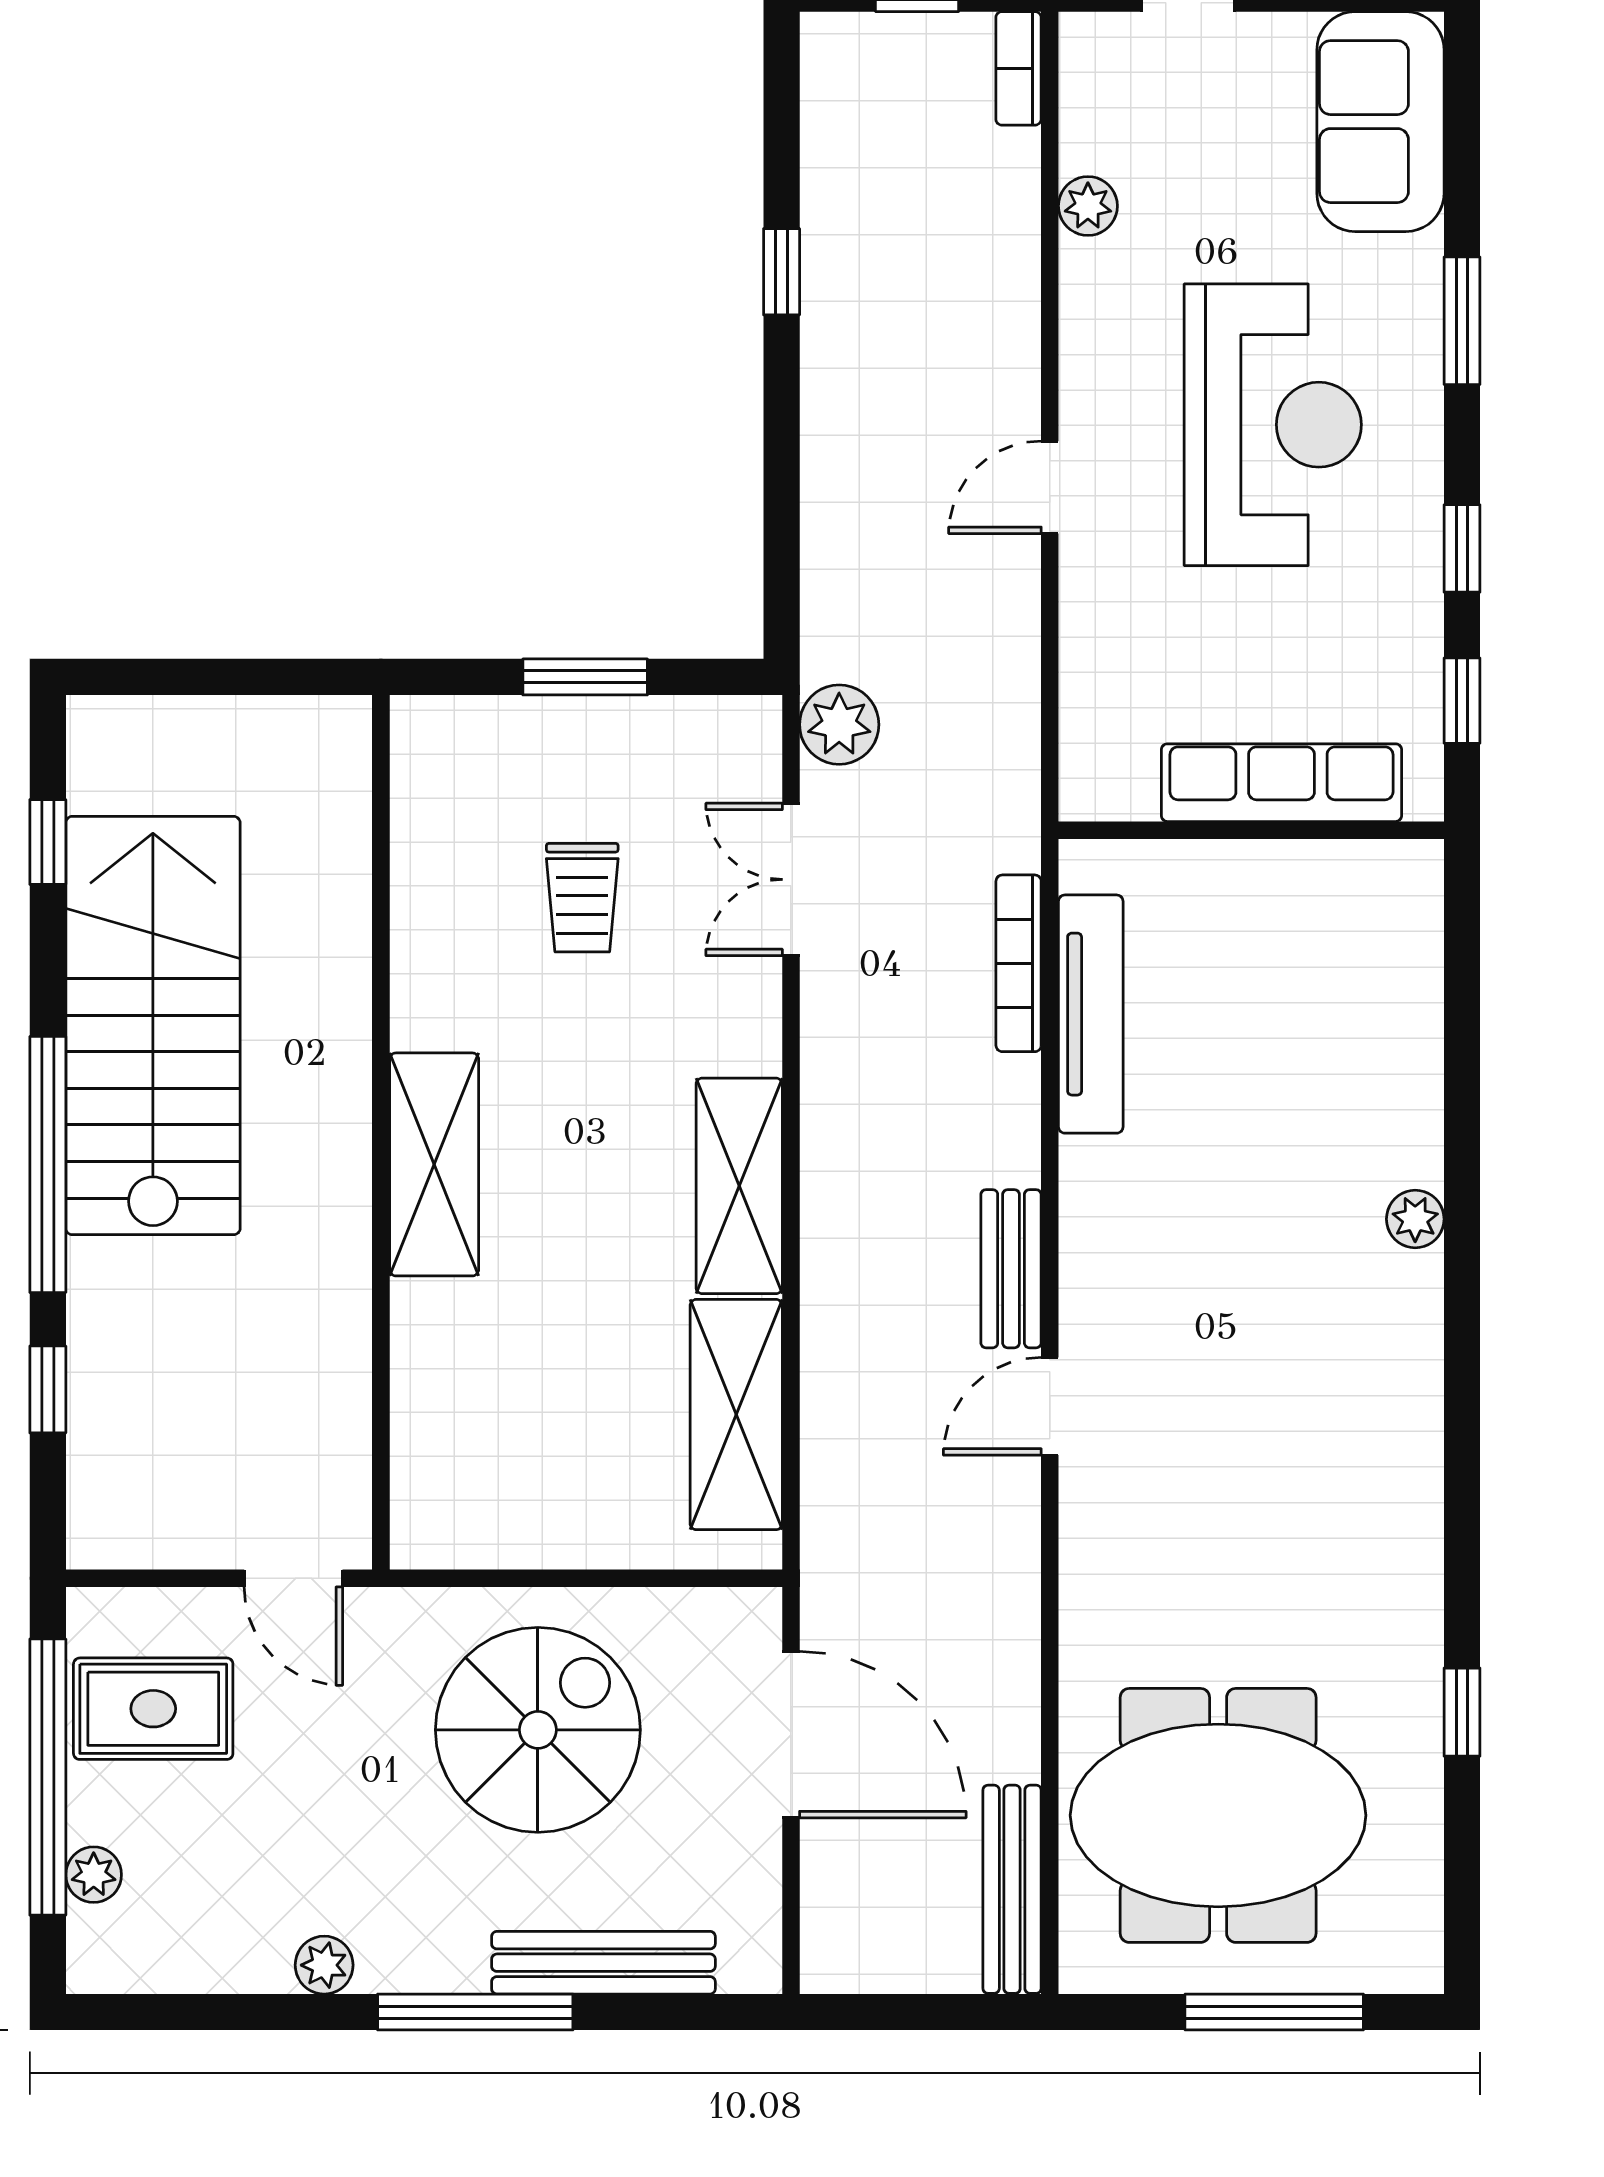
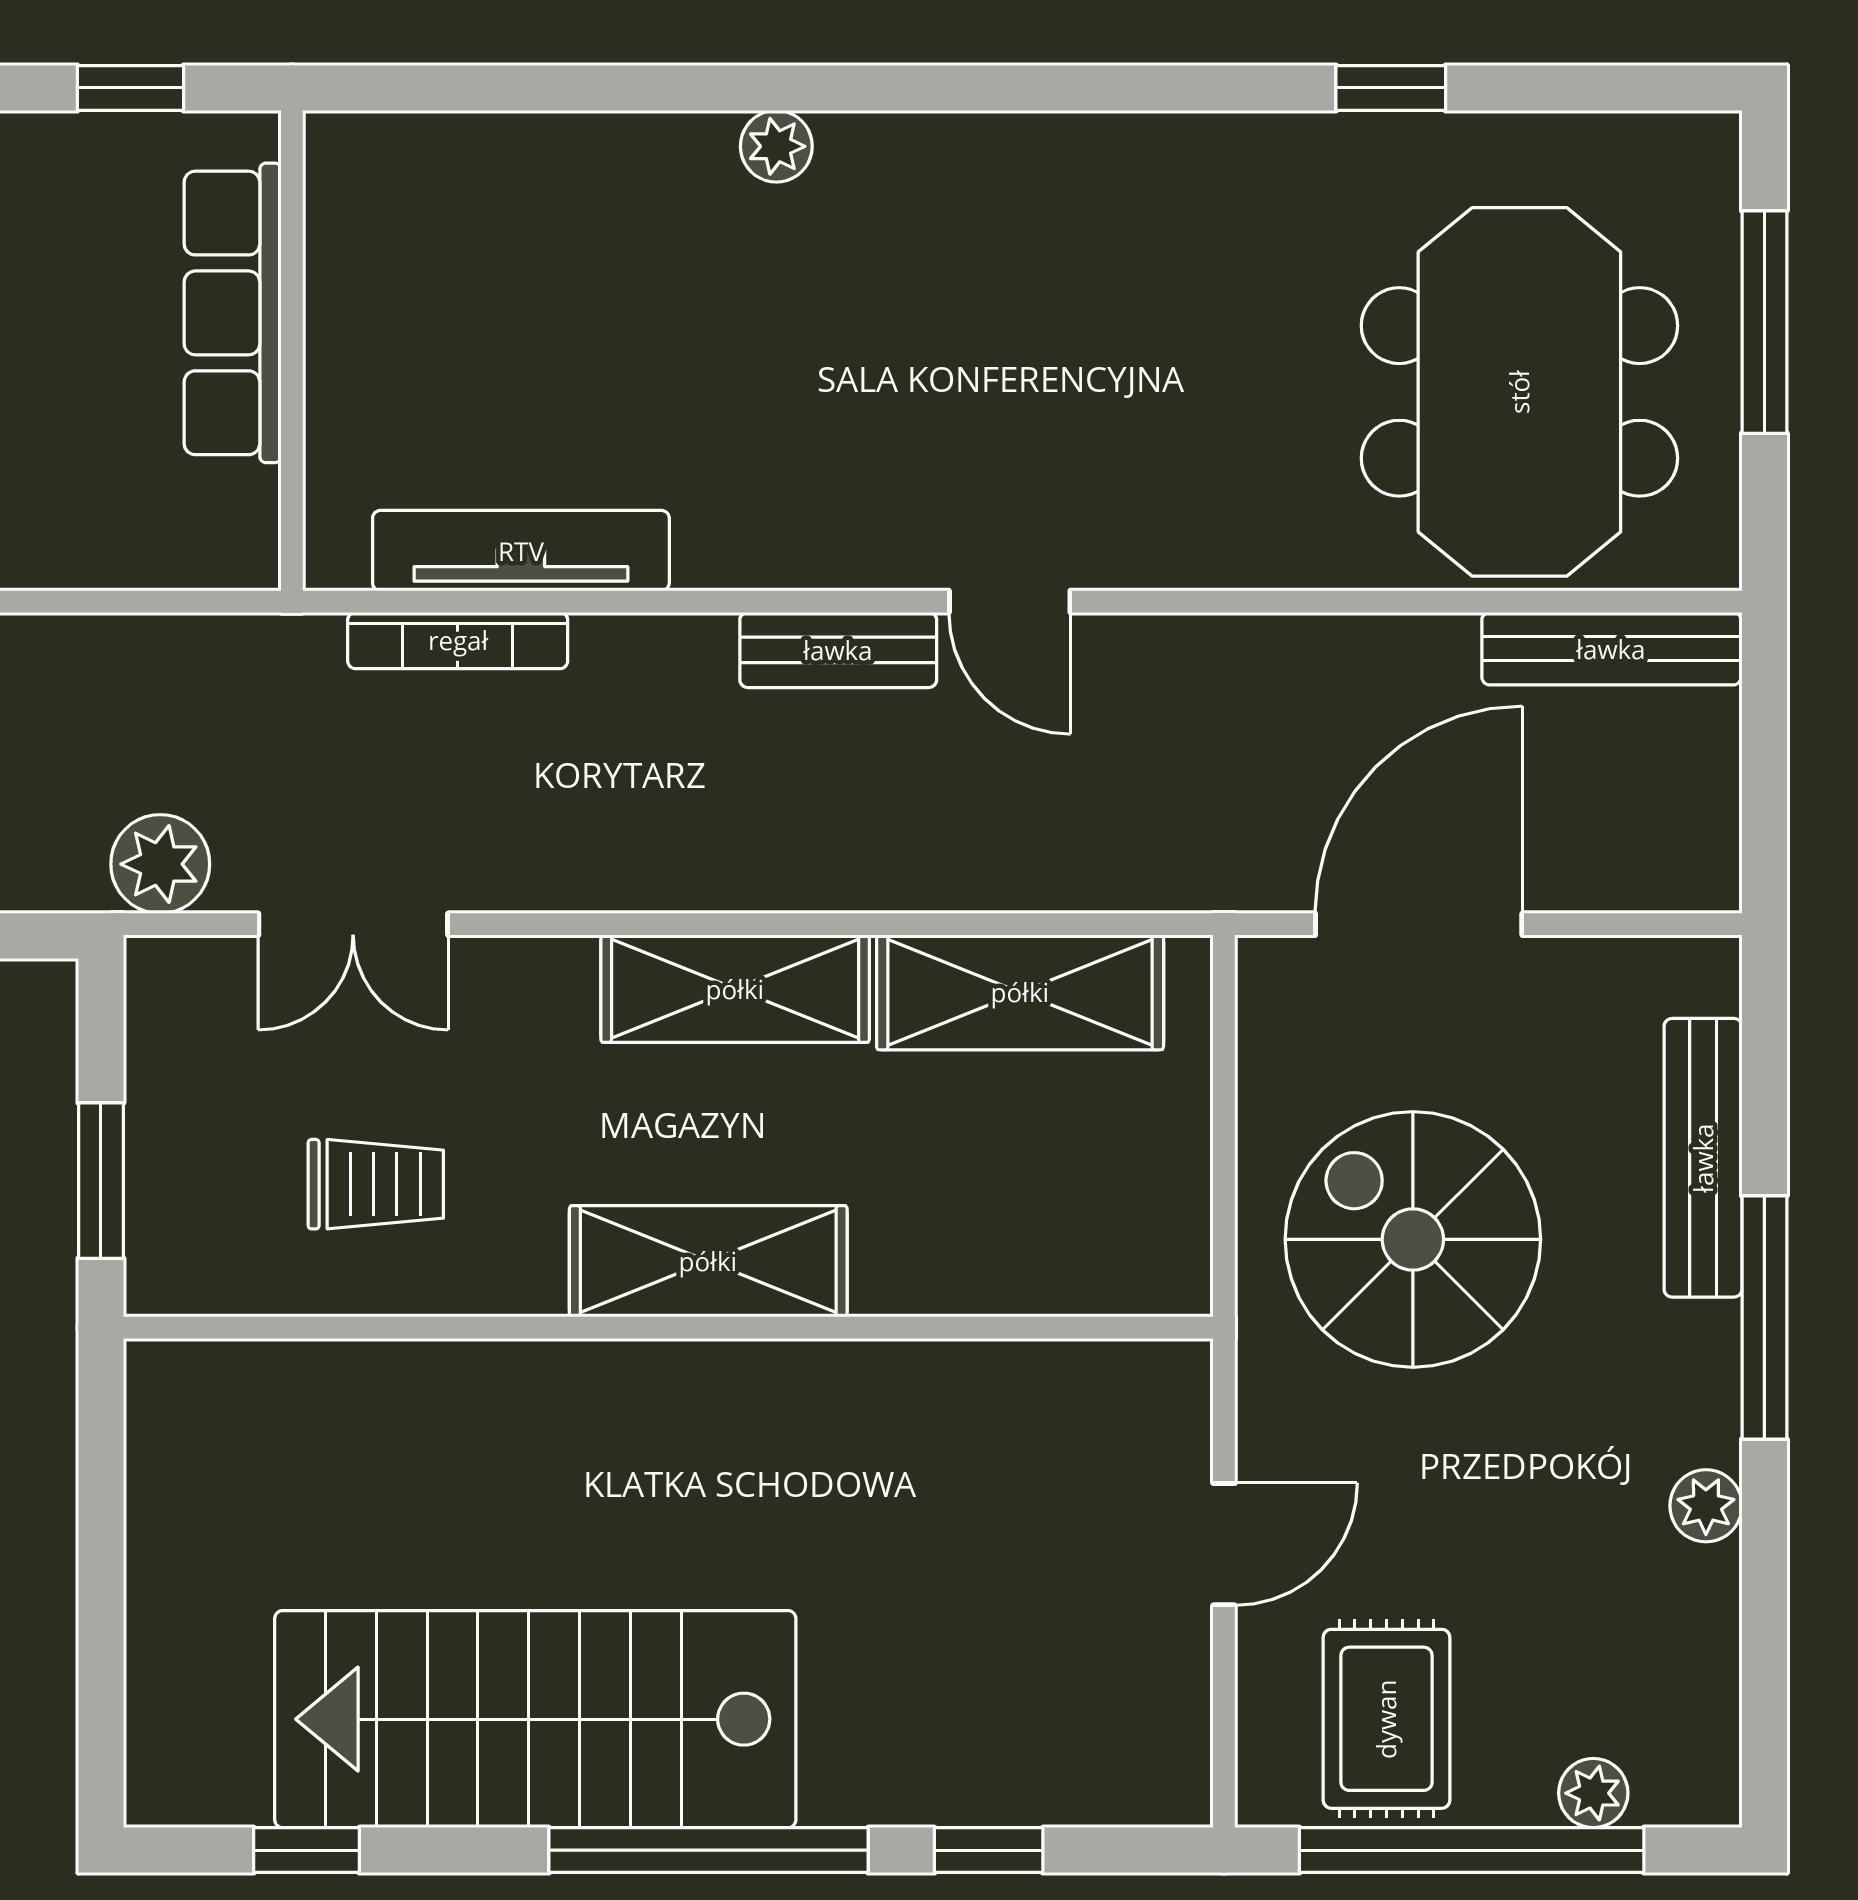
wall: (381, 1132) -> (668, 1328), moved
shelving: (434, 1164) -> (708, 1261), moved

